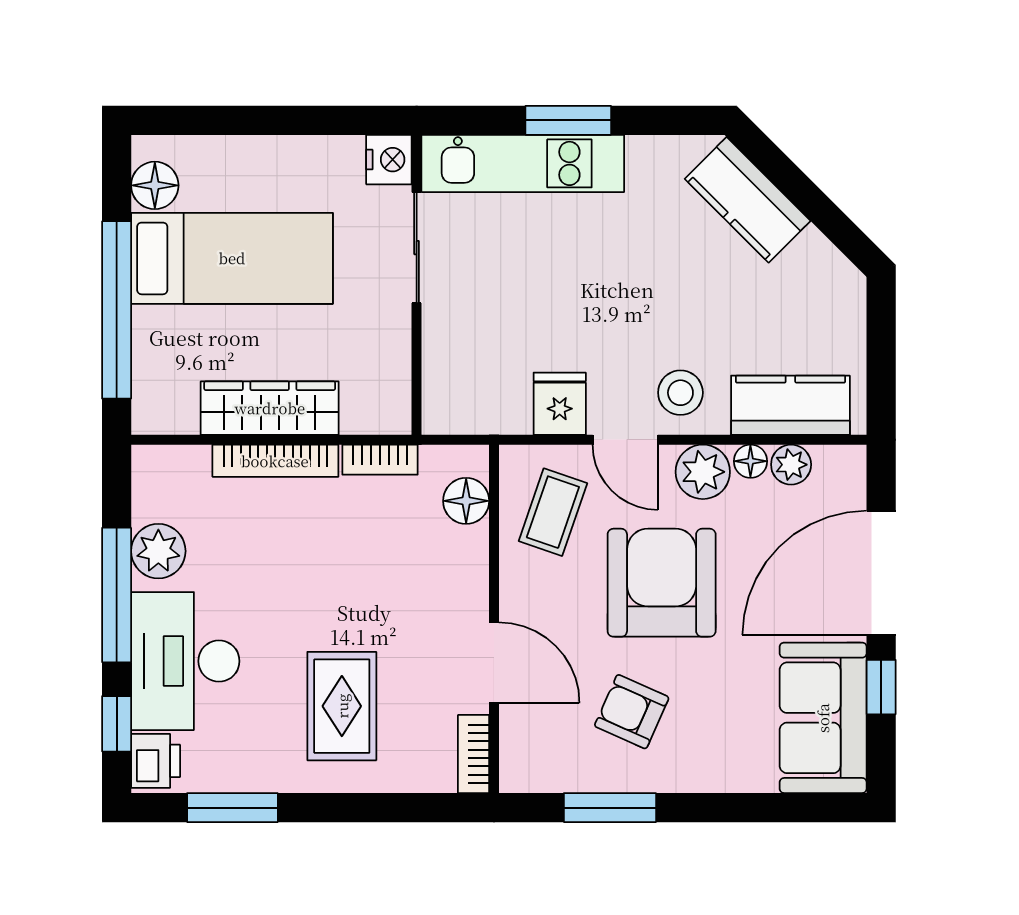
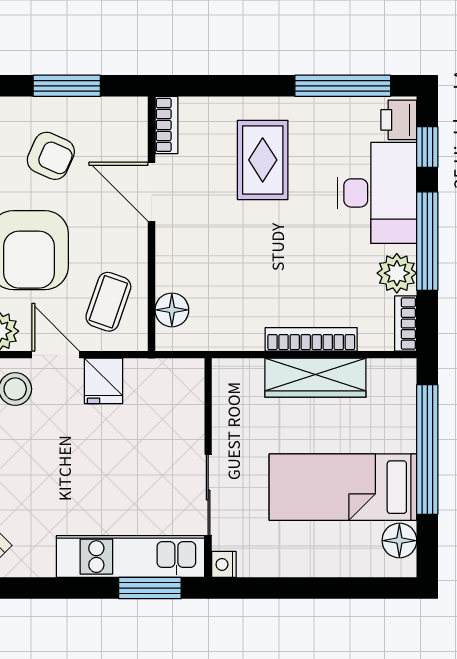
window: (568, 120) -> (150, 588), moved
nightstand: (389, 160) -> (224, 564), width x0.72, depth x0.74
bookcase: (380, 460) -> (406, 324), moved, turned -90
window: (232, 808) -> (343, 86), width x1.44

